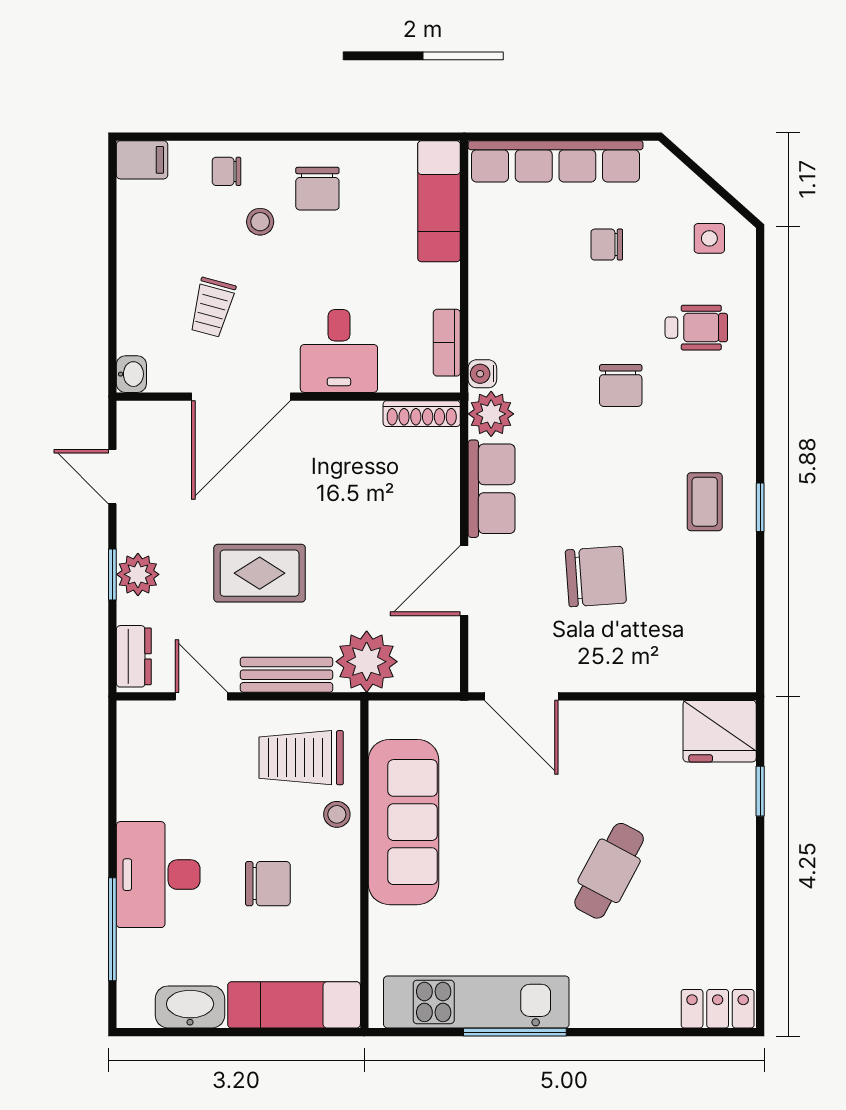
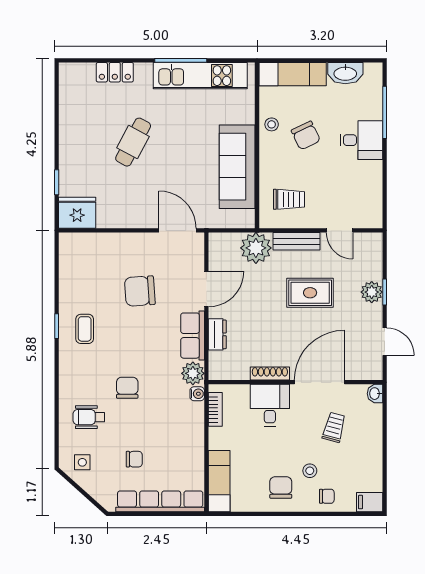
shoe rack: (422, 414) -> (270, 374), moved
dresser: (134, 656) -> (217, 334), moved, turned 180
trolley: (301, 758) -> (289, 199), width x0.73, depth x0.72
stool: (337, 814) -> (272, 124), moved
desk: (158, 875) -> (361, 140), width x0.73
chair: (268, 884) -> (306, 136), turned -116
locker: (718, 1009) -> (115, 72), moved

